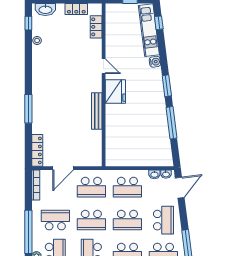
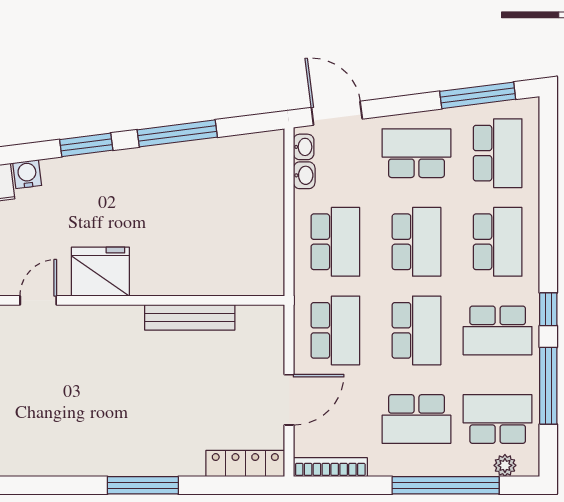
bench: (97, 111) -> (190, 317), moved
door: (63, 168) -> (289, 400), hinge flipped
school desk: (55, 220) -> (416, 419), turned -90

